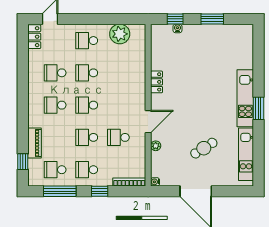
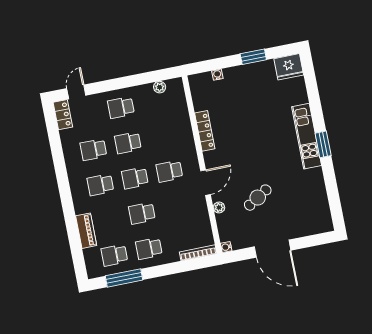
window: (175, 19) -> (213, 65), removed
plant: (120, 34) -> (160, 87), width x0.53, depth x0.53
fridge: (242, 34) -> (289, 67), added
locker: (157, 82) -> (205, 131), width x1.53
school desk: (118, 137) -> (169, 171), moved
cafe table: (204, 148) -> (258, 198), moved
kitchen unit: (246, 154) -> (319, 197), removed
window: (23, 162) -> (77, 254), removed
window: (100, 191) -> (168, 269), removed

